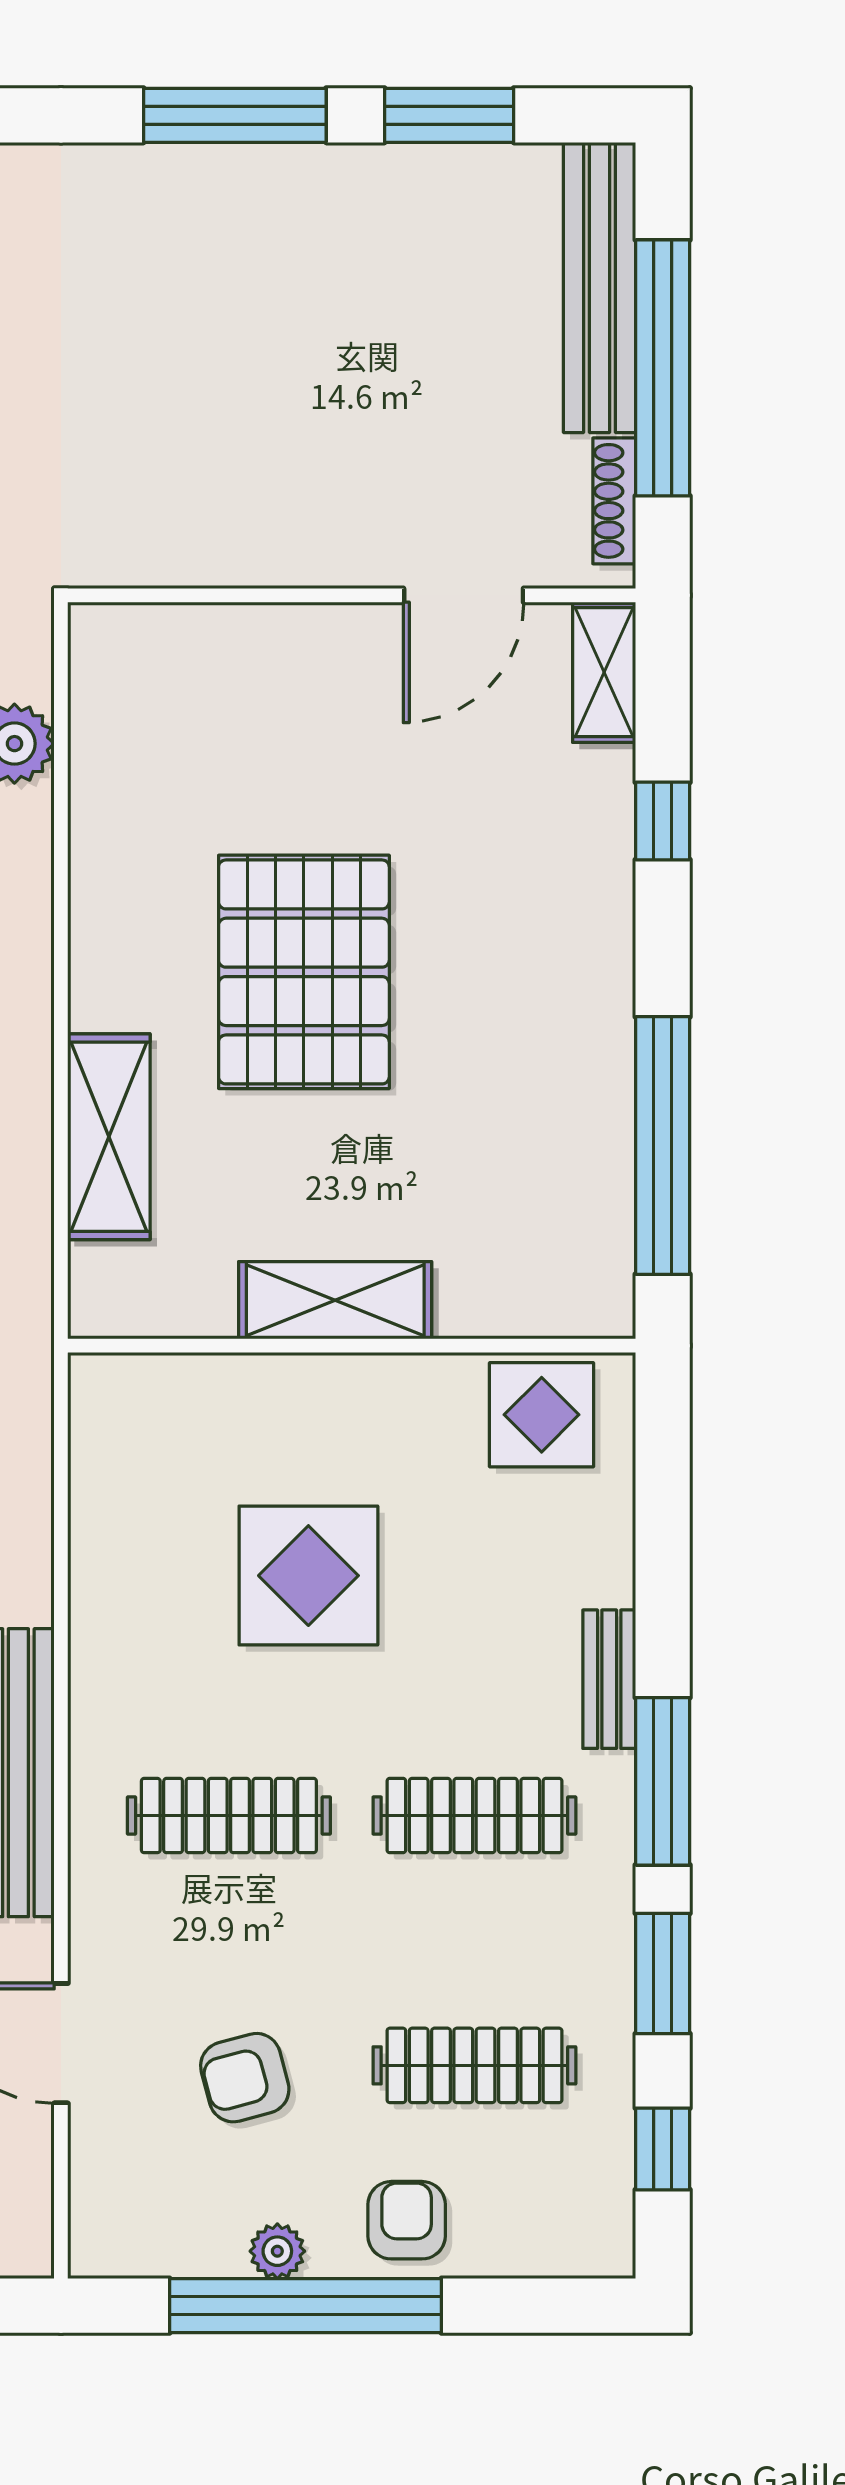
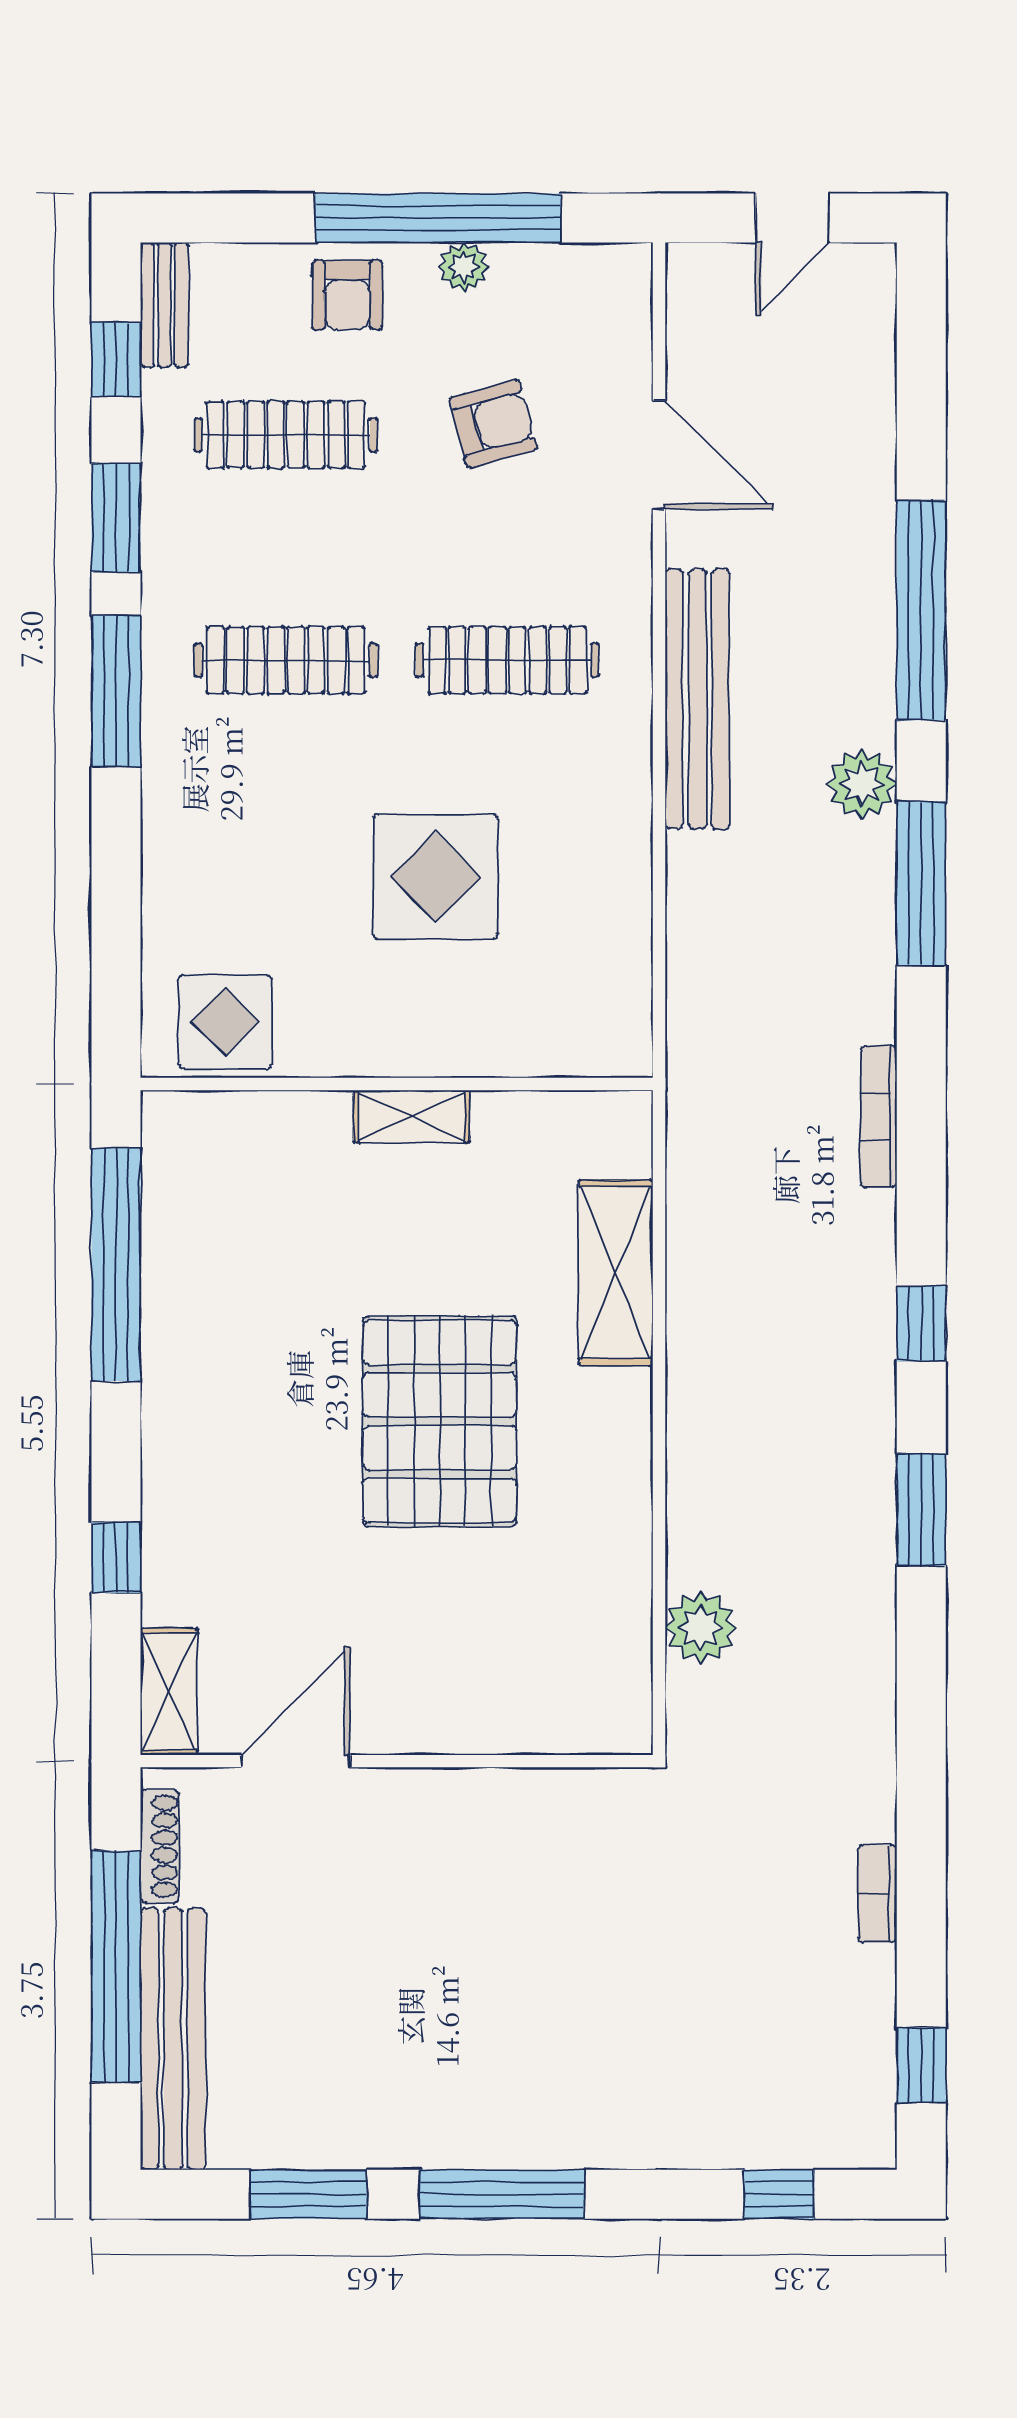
shelving: (335, 1300) -> (412, 1116), width x0.67, depth x0.75
bench: (609, 1679) -> (164, 305), moved

